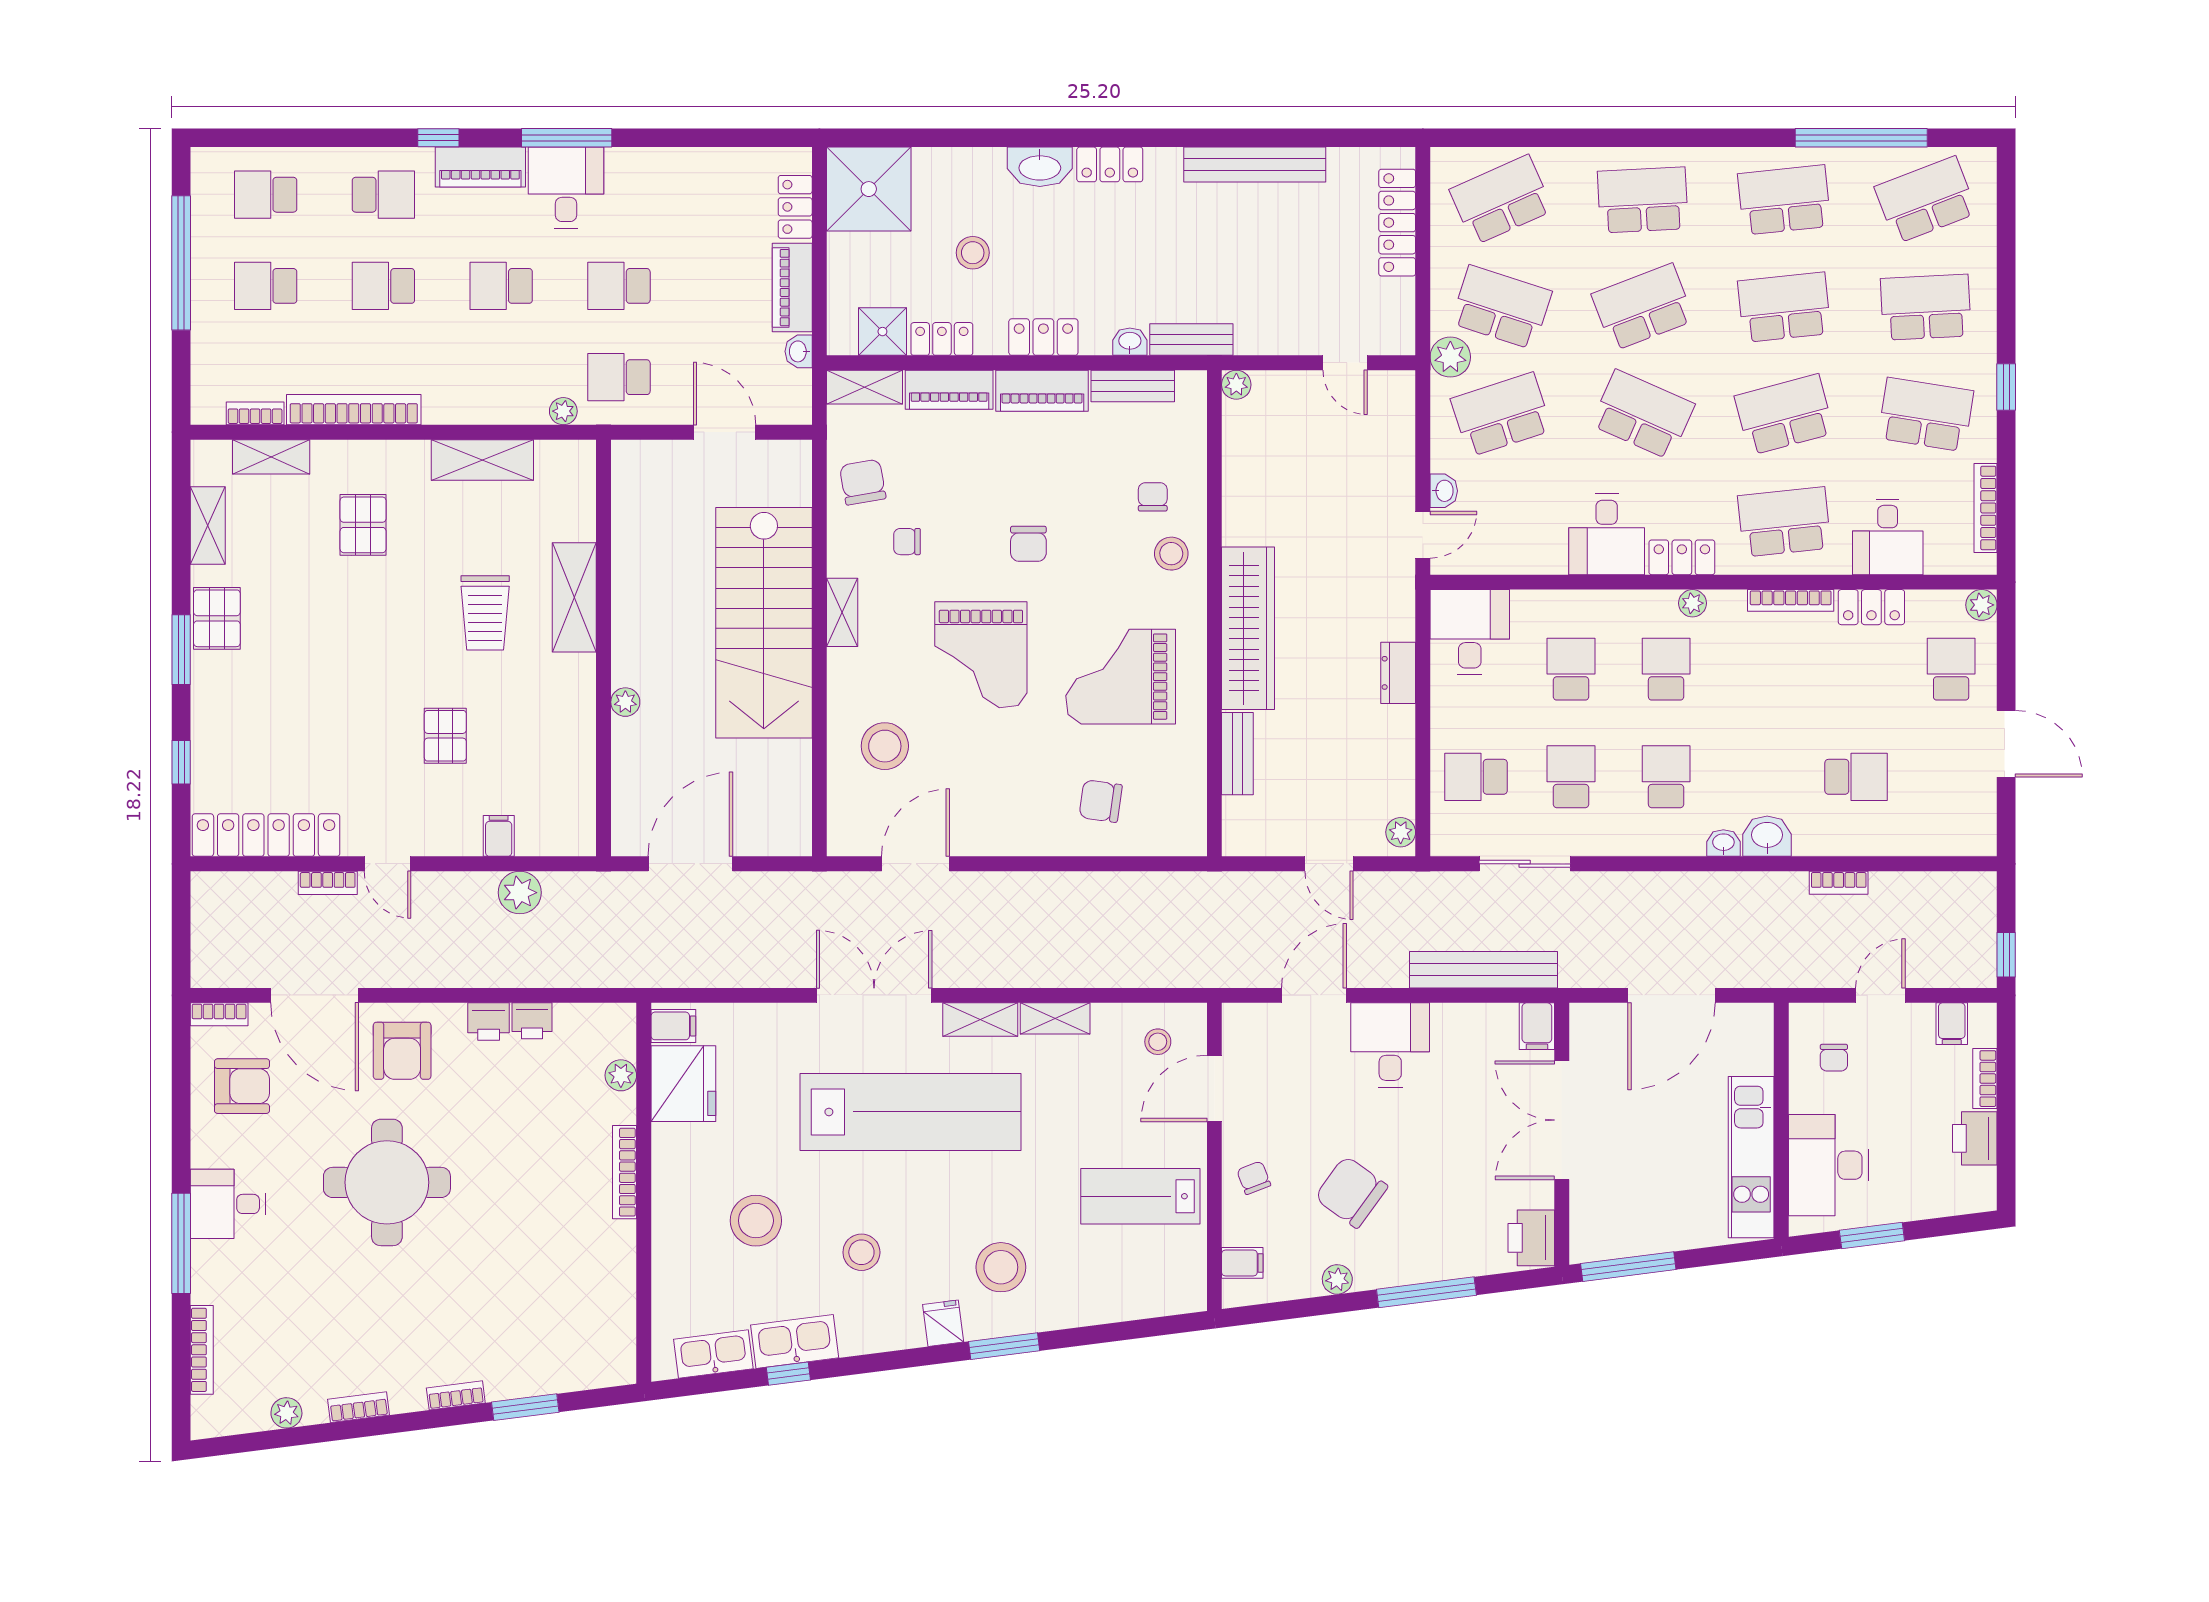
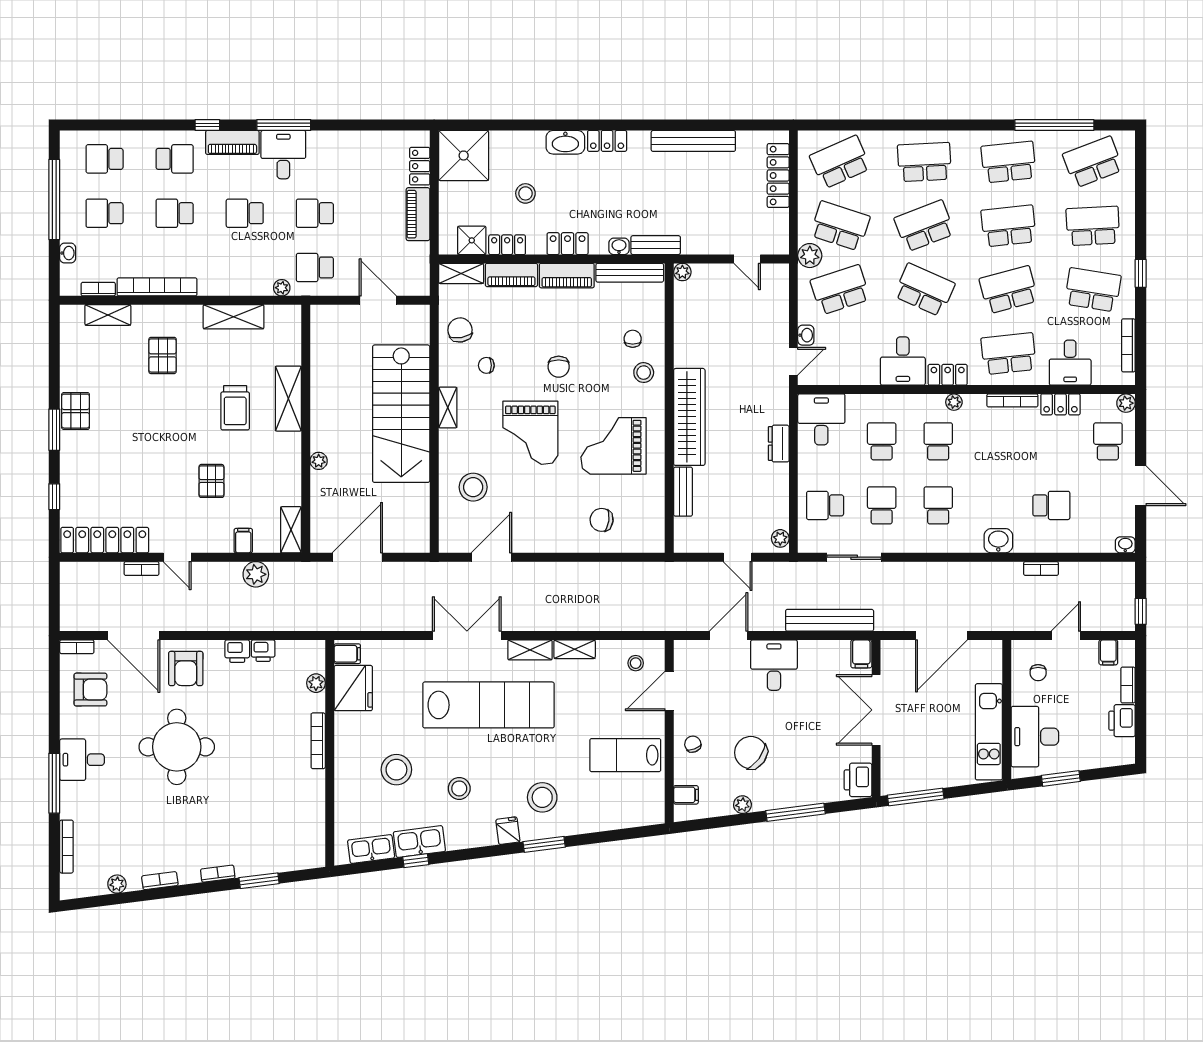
washbasin: (799, 351) -> (68, 253), moved, turned 180
bench: (1133, 386) -> (630, 273), width x1.36
shelving: (208, 526) -> (291, 530), moved
washbasin: (1723, 843) -> (1125, 545), moved

